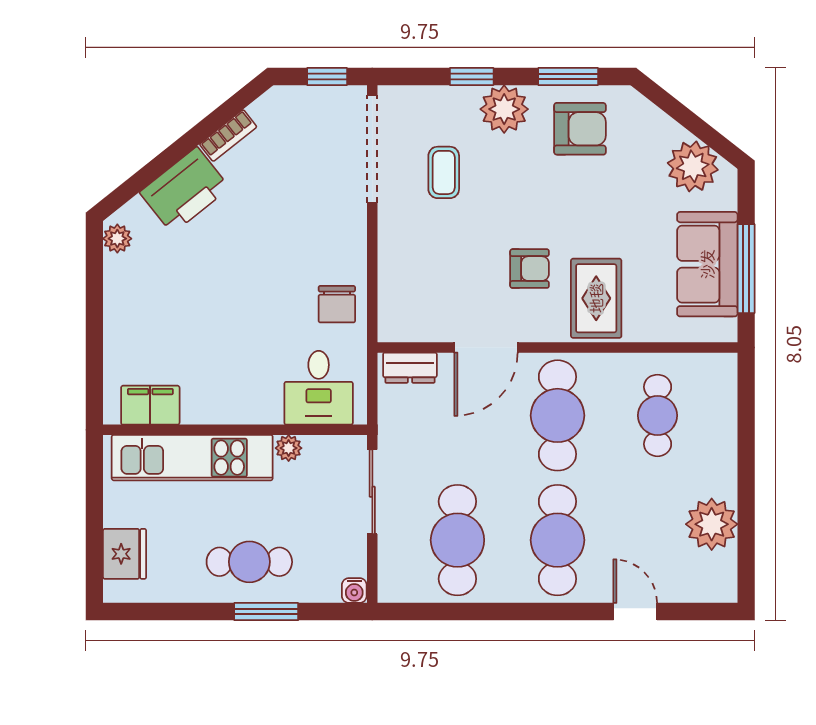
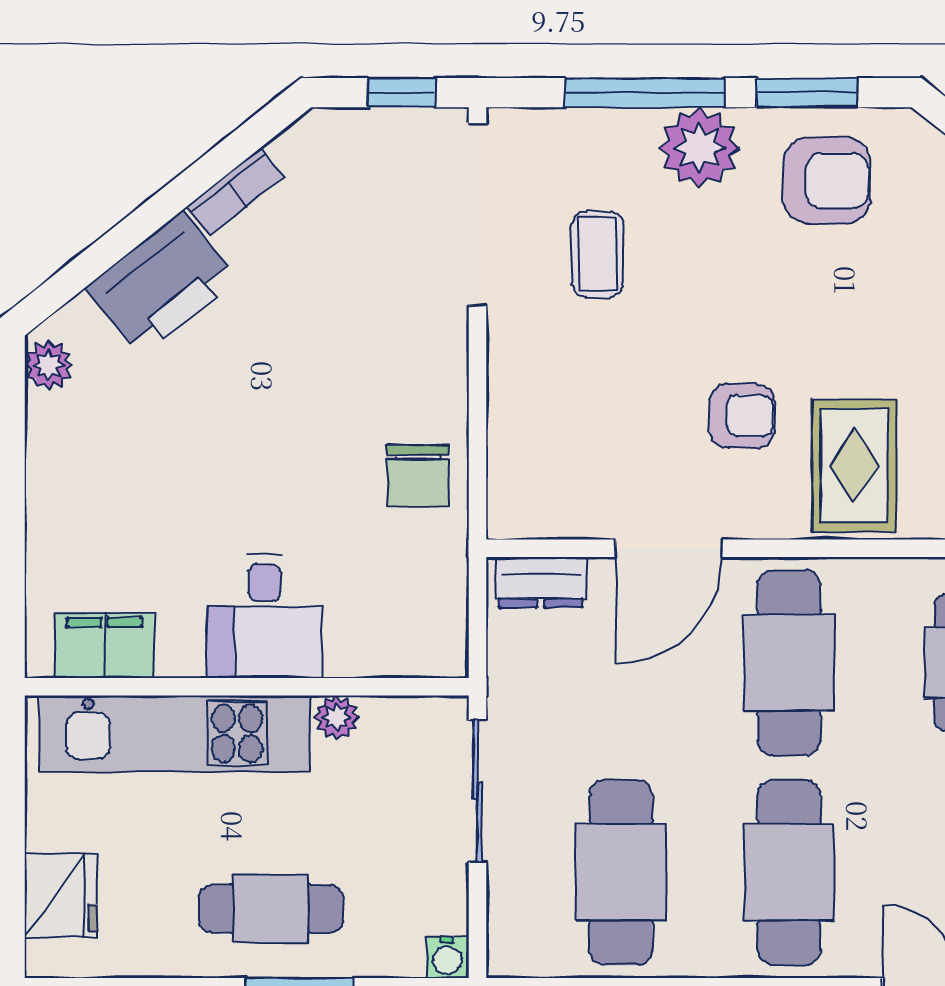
window: (472, 76) -> (645, 93), width x2.17
desk: (319, 388) -> (264, 616), moved

